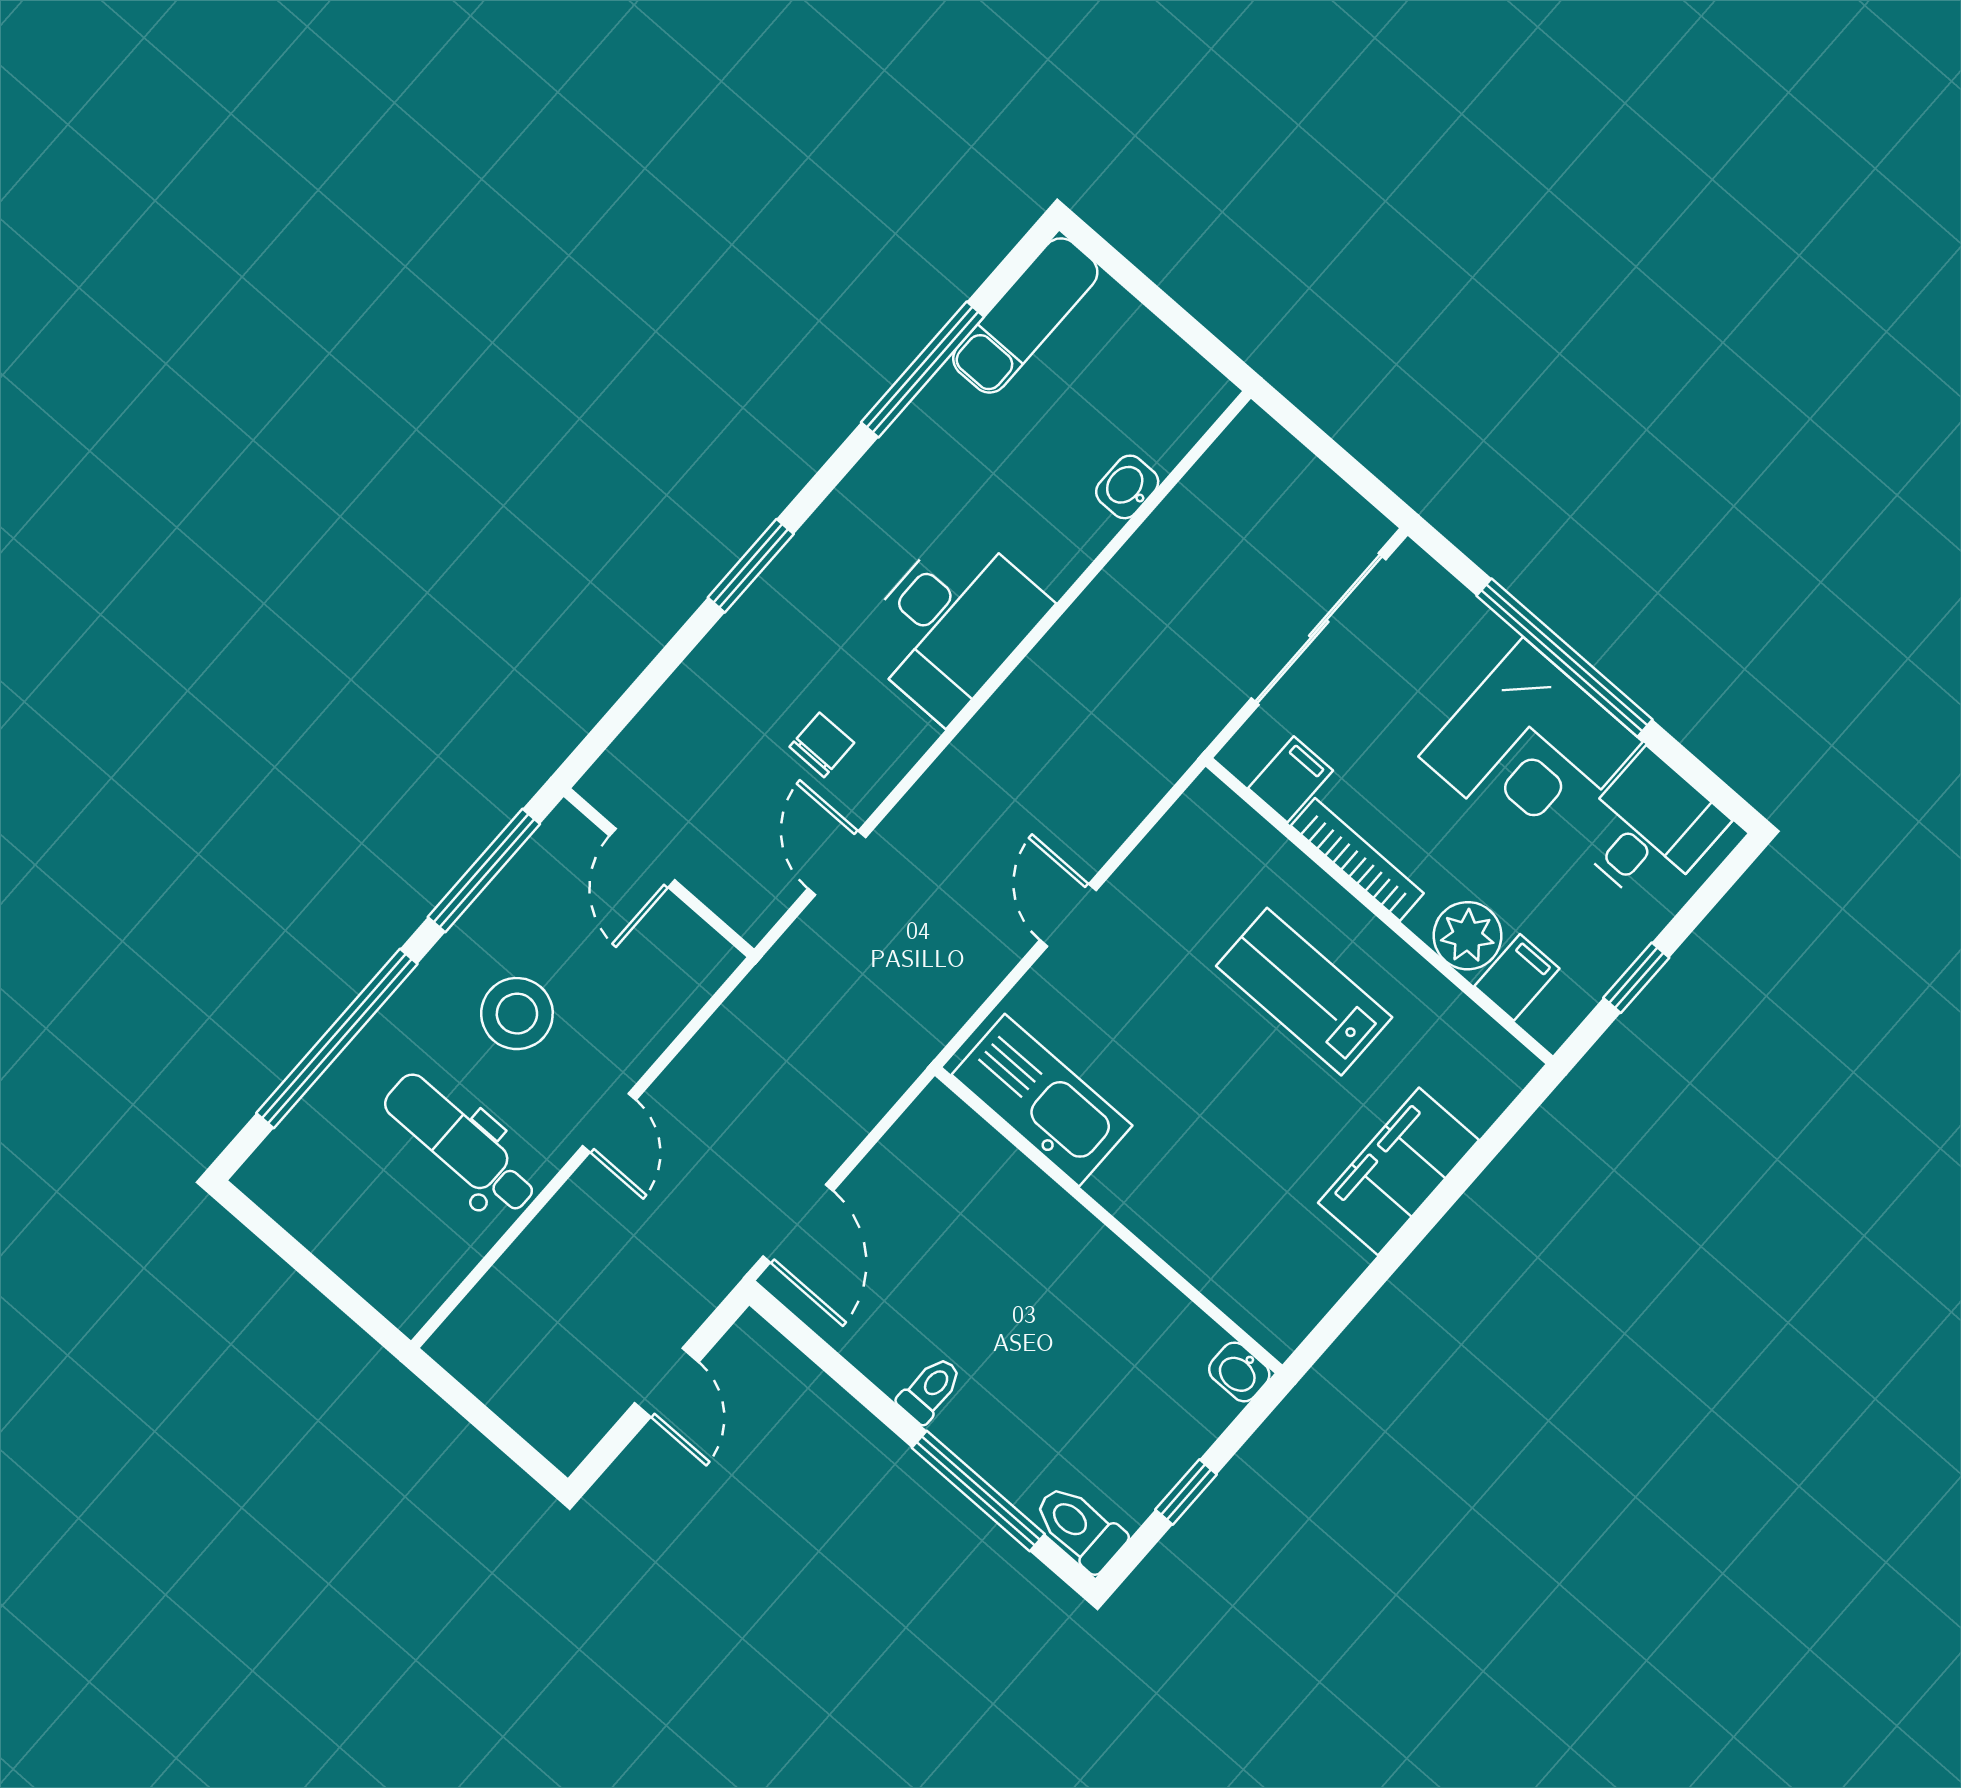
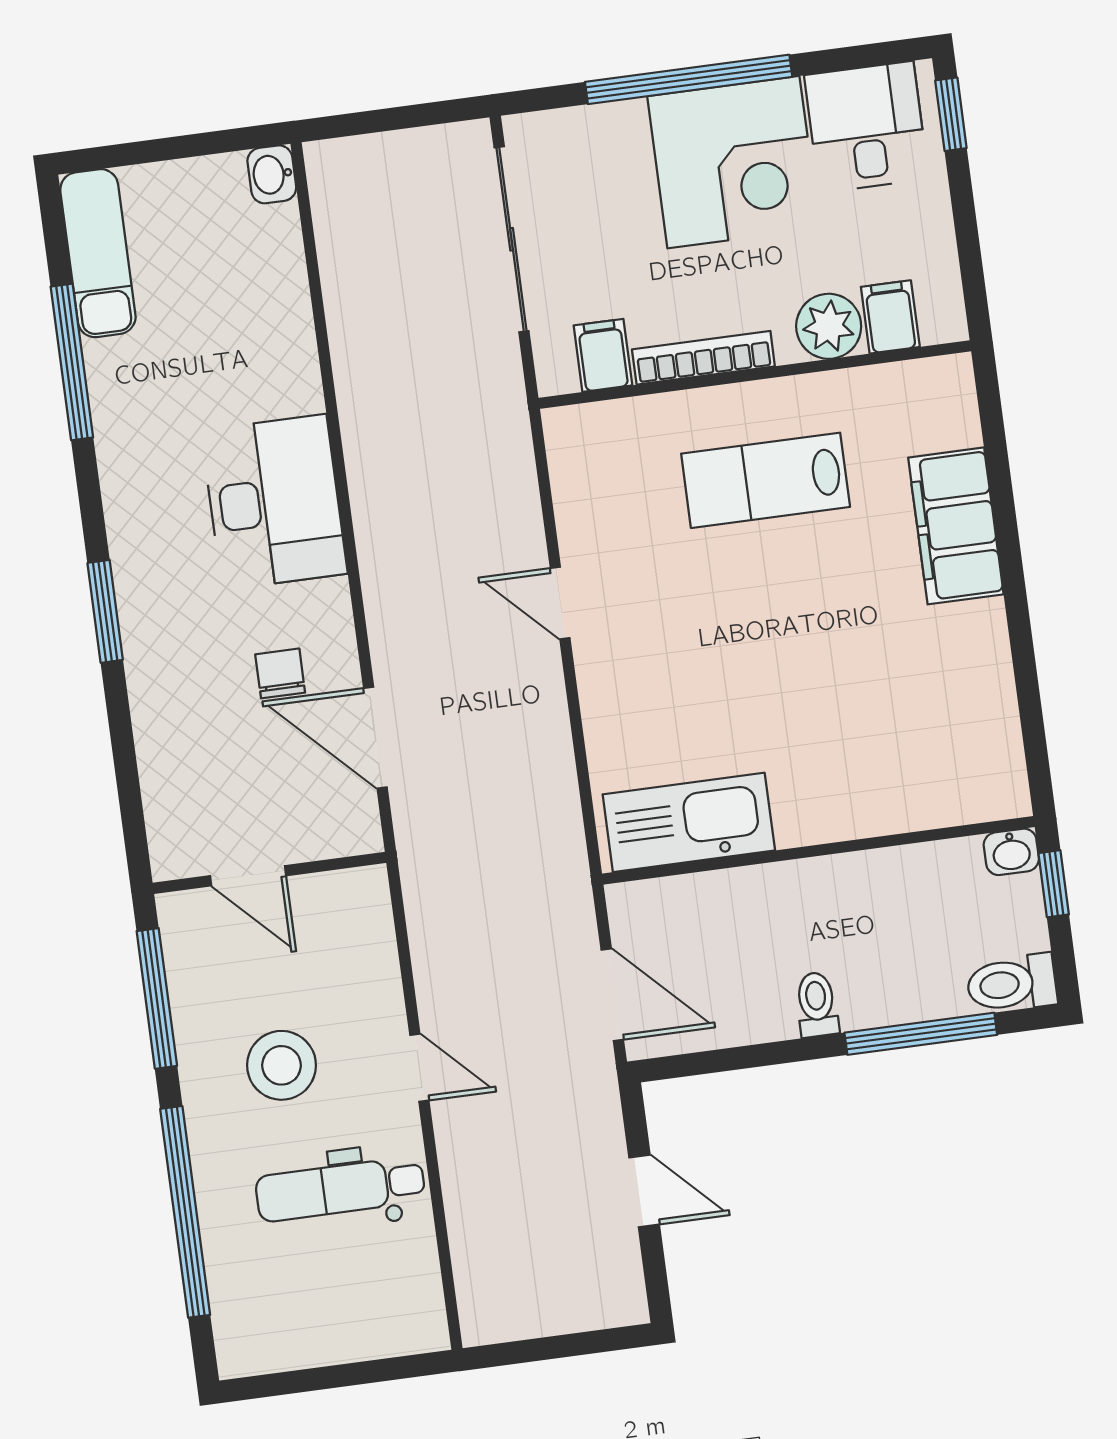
washbasin: (1127, 487) -> (272, 174), moved
door: (837, 863) -> (375, 738), width x1.38
window: (1636, 978) -> (951, 114), moved
kitchen sink: (1042, 1100) -> (689, 822), moved
wall: (1109, 1220) -> (818, 850), moved
washbasin: (1239, 1372) -> (1011, 852), moved

